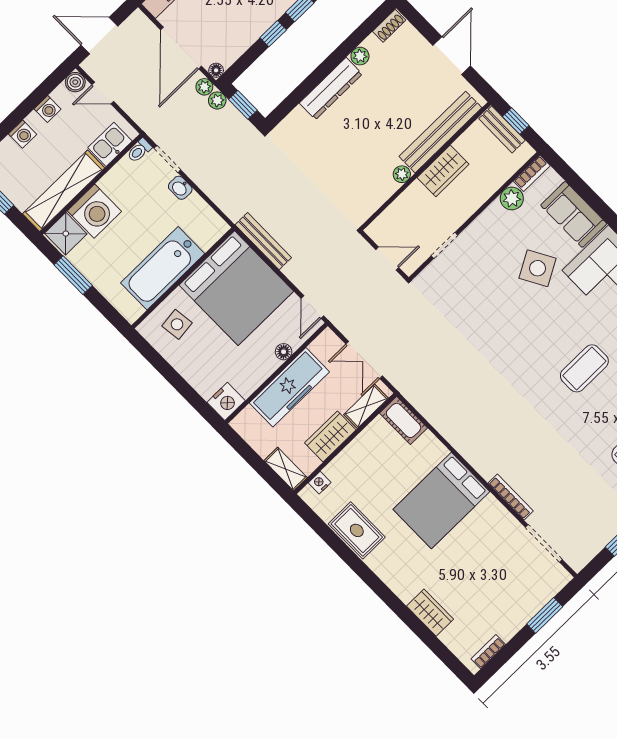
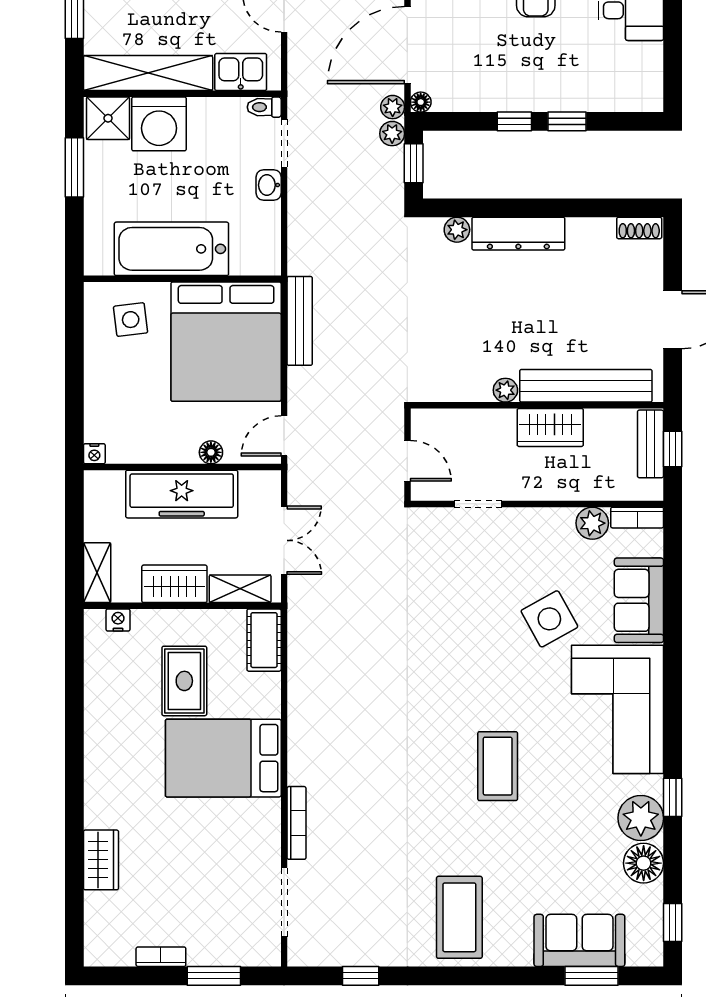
plant: (360, 56) -> (457, 230), moved
double door: (364, 360) -> (284, 540), swing flipped
coffee table: (584, 368) -> (498, 766), turned 90
nightstand: (226, 401) -> (94, 454), width x0.53, depth x0.56
rug: (357, 530) -> (184, 681), moved
bookcase: (488, 652) -> (161, 957), moved

